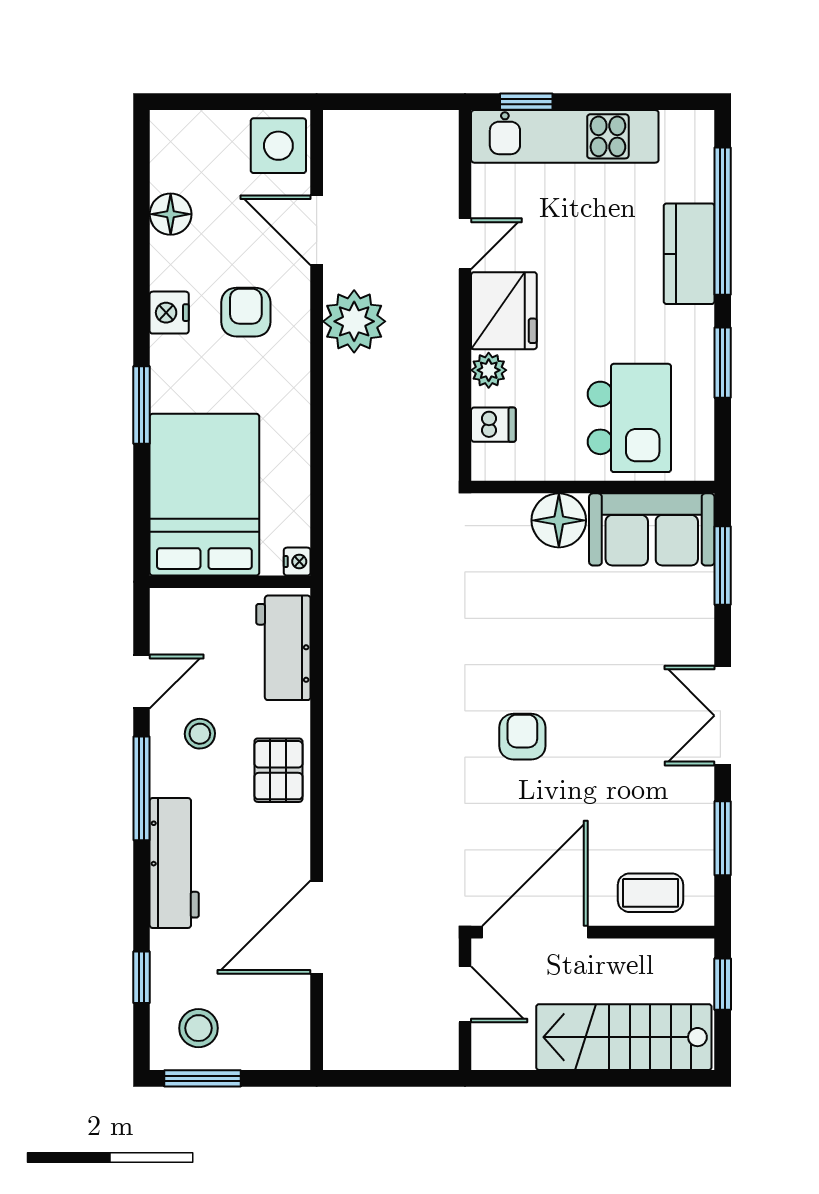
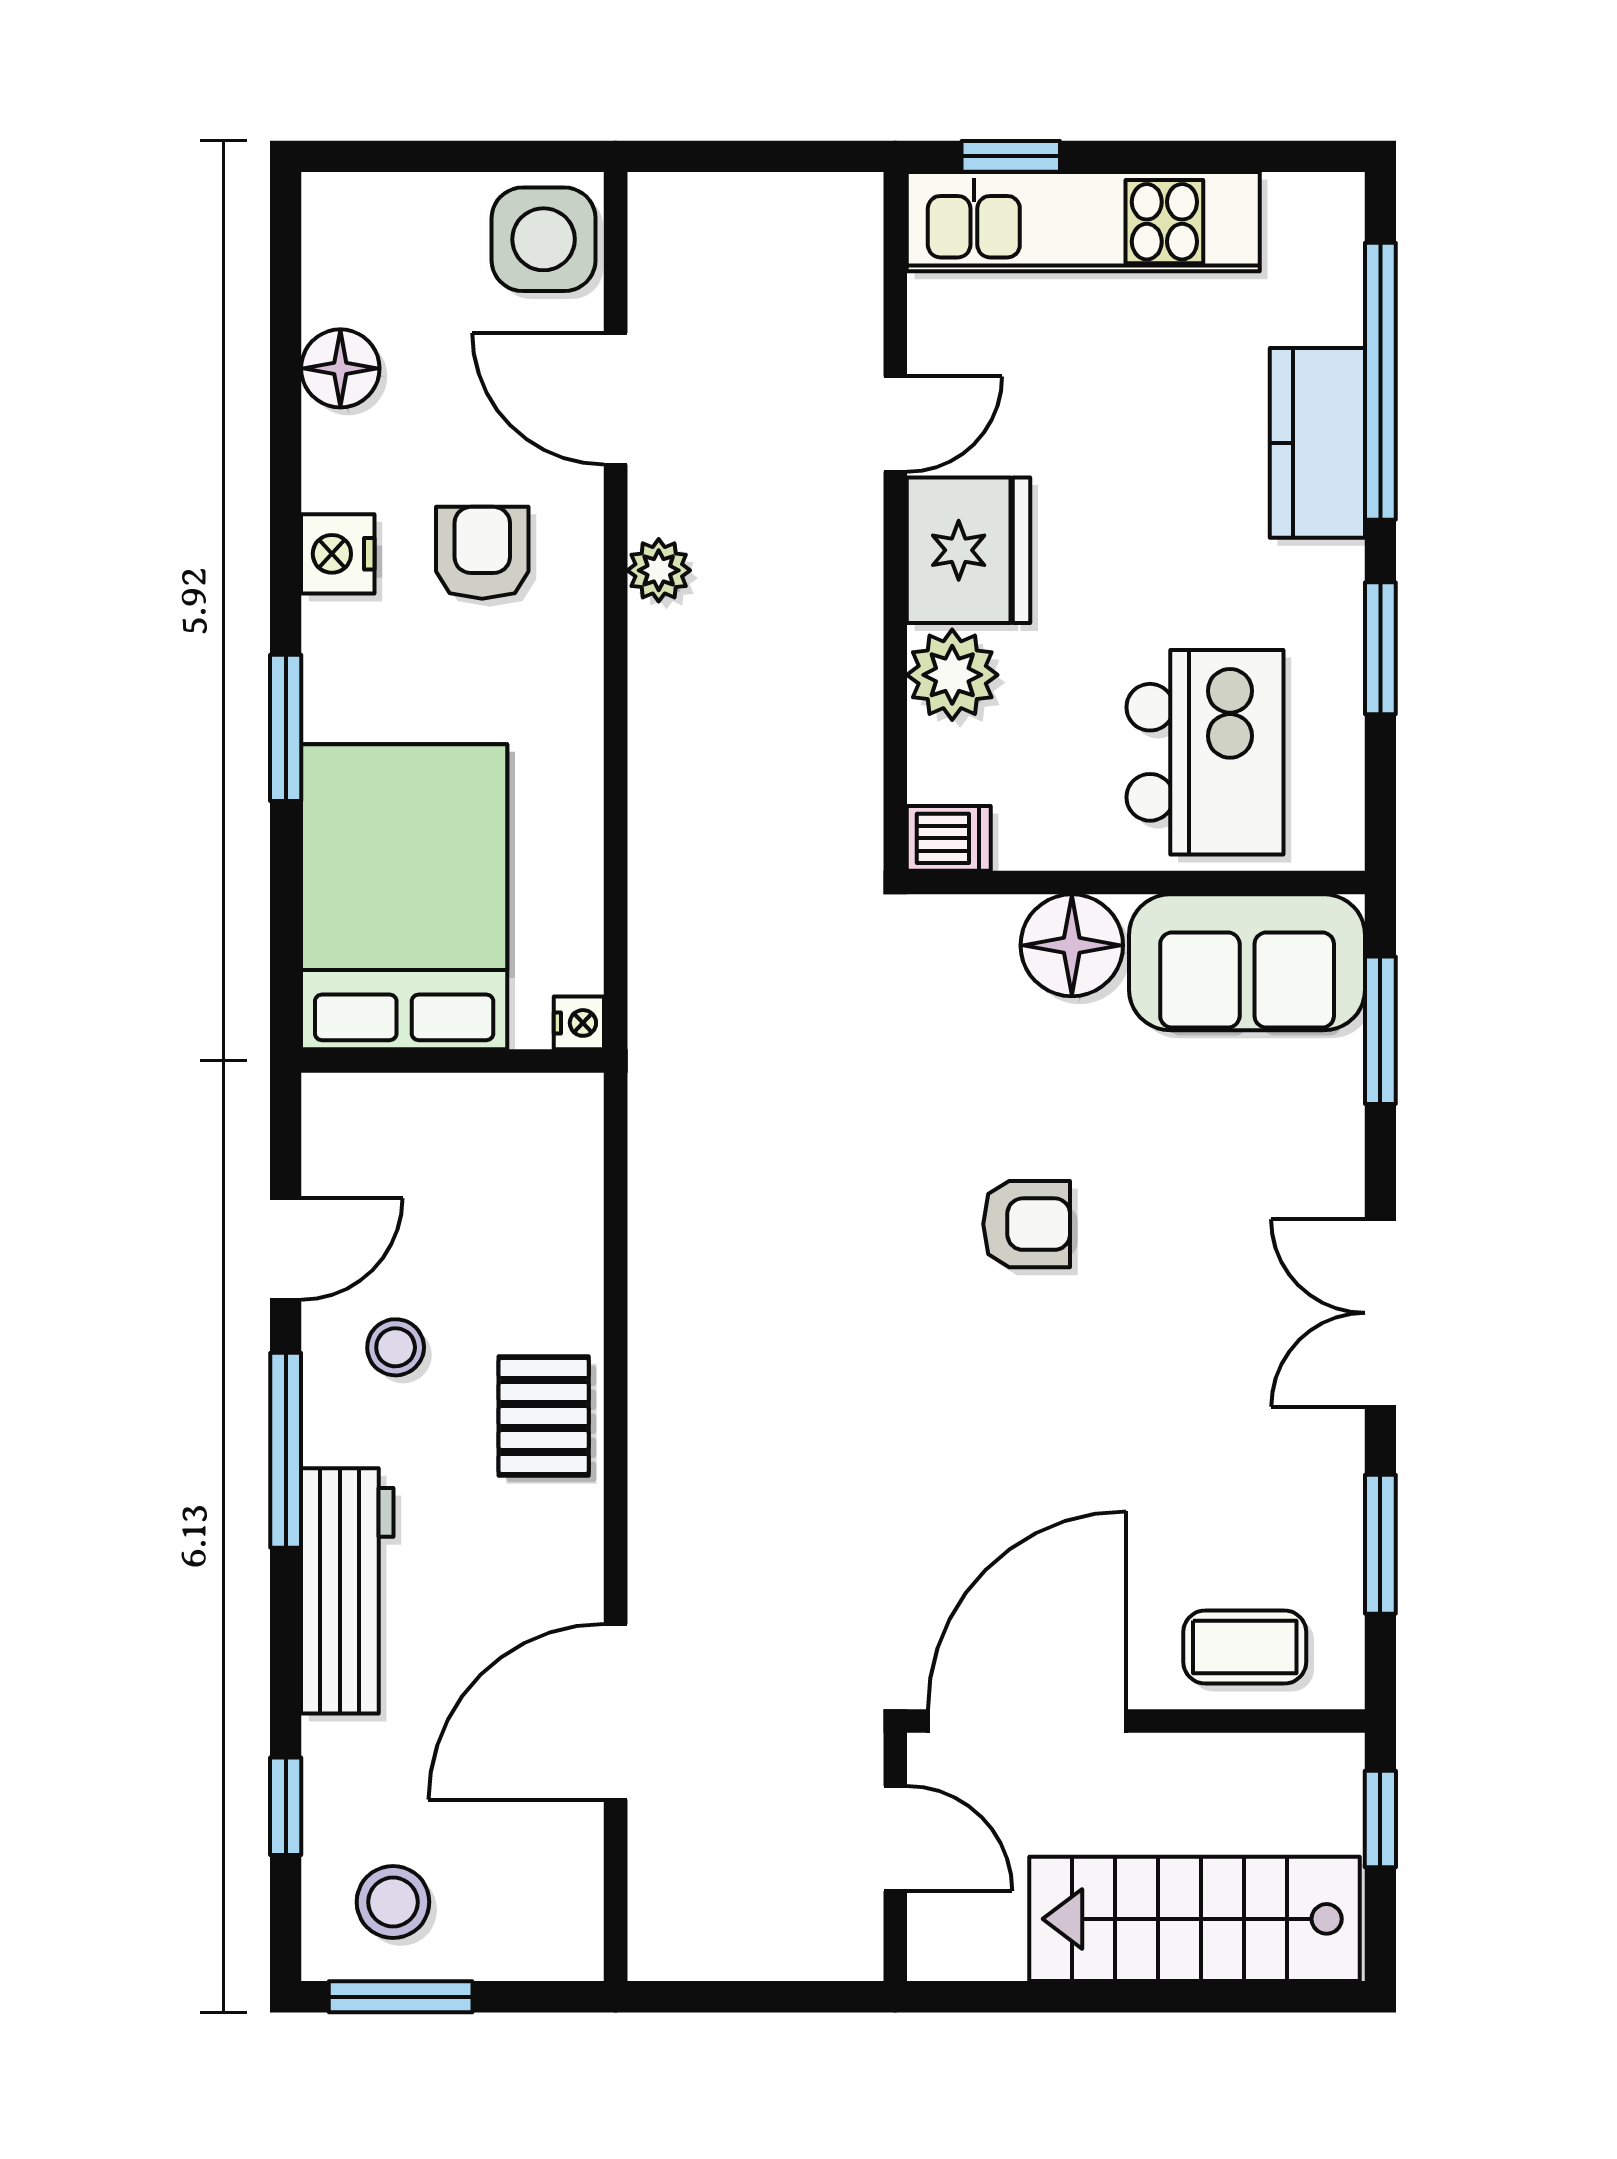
plant: (354, 321) -> (659, 570), width x0.53, depth x0.53
plant: (489, 370) -> (952, 675), width x1.38, depth x1.38
dishwasher: (493, 425) -> (949, 838), moved
workbench: (283, 648) -> (553, 1185), removed
armchair: (522, 737) -> (1027, 1224), moved, turned 90

